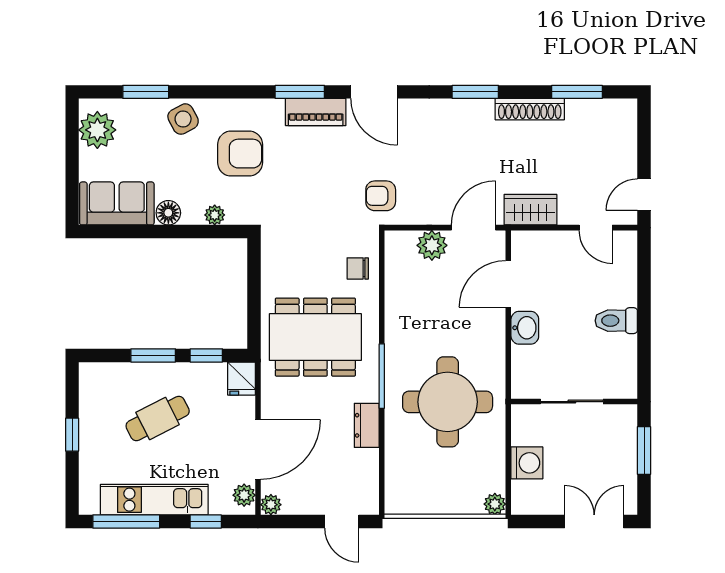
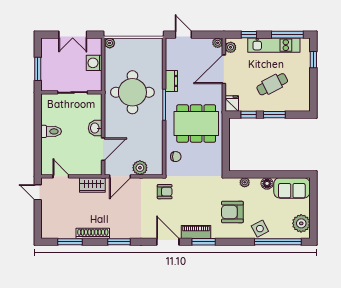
window: (146, 92) -> (278, 242), width x2.11
door: (644, 195) -> (38, 192), swing flipped
window: (72, 435) -> (313, 60), moved
double door: (594, 521) -> (73, 35), moved

